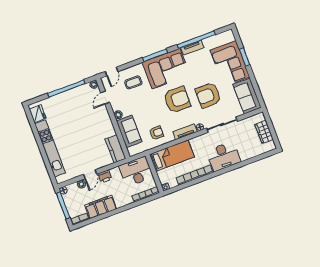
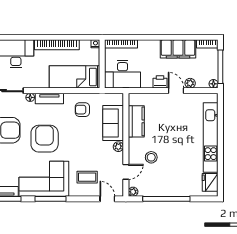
door: (112, 71) -> (107, 199), hinge flipped
armchair: (177, 100) -> (45, 139), turned 90
stool: (90, 116) -> (151, 157), added
kitchen counter: (115, 149) -> (136, 121), moved
door: (90, 174) -> (176, 91), hinge flipped

